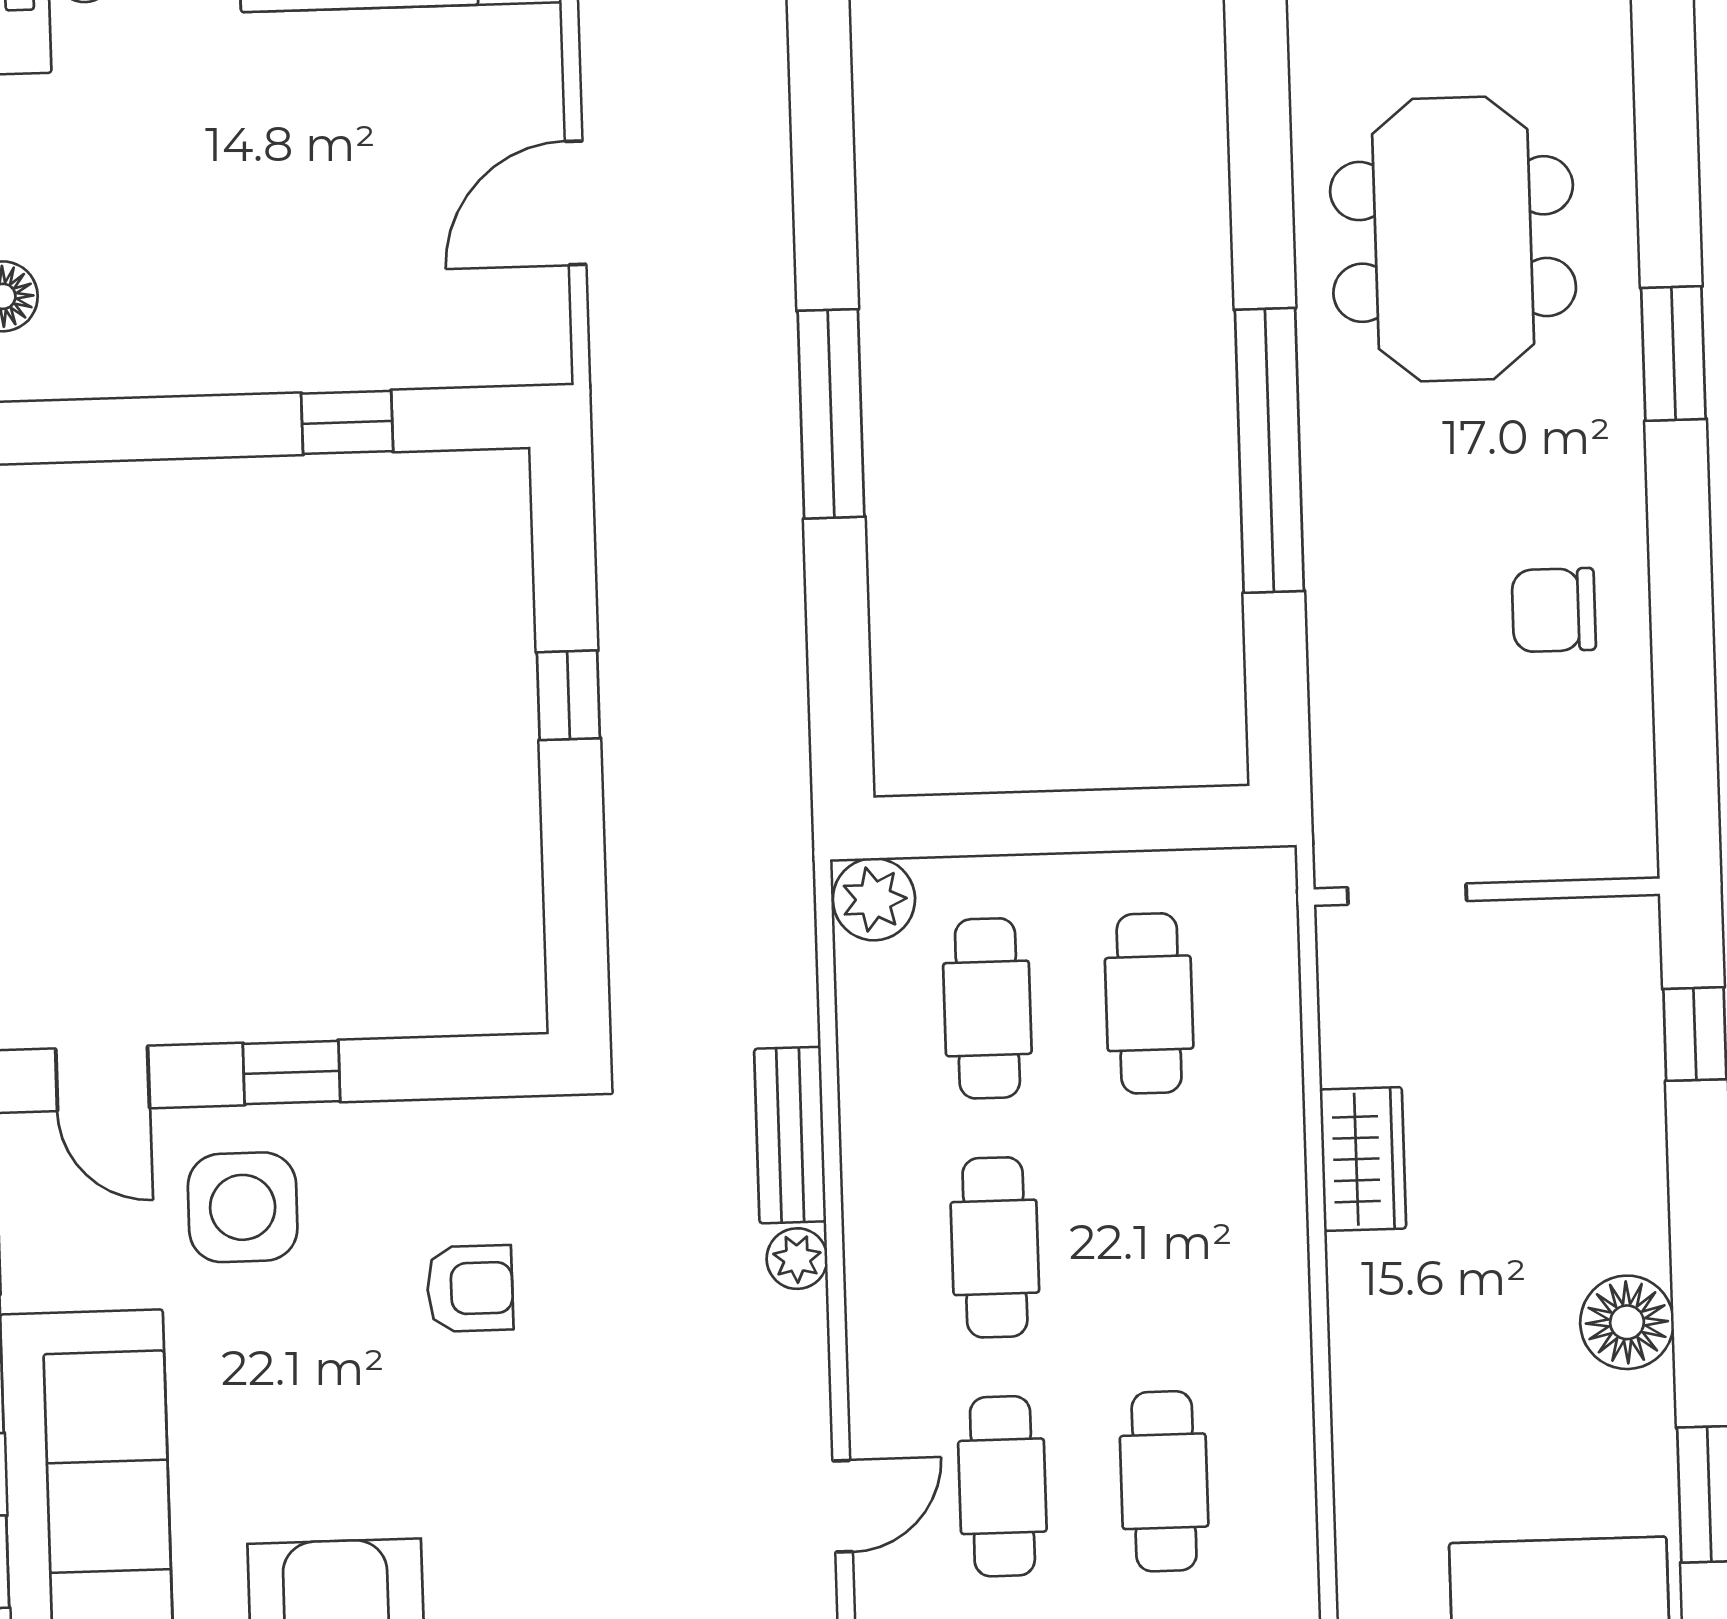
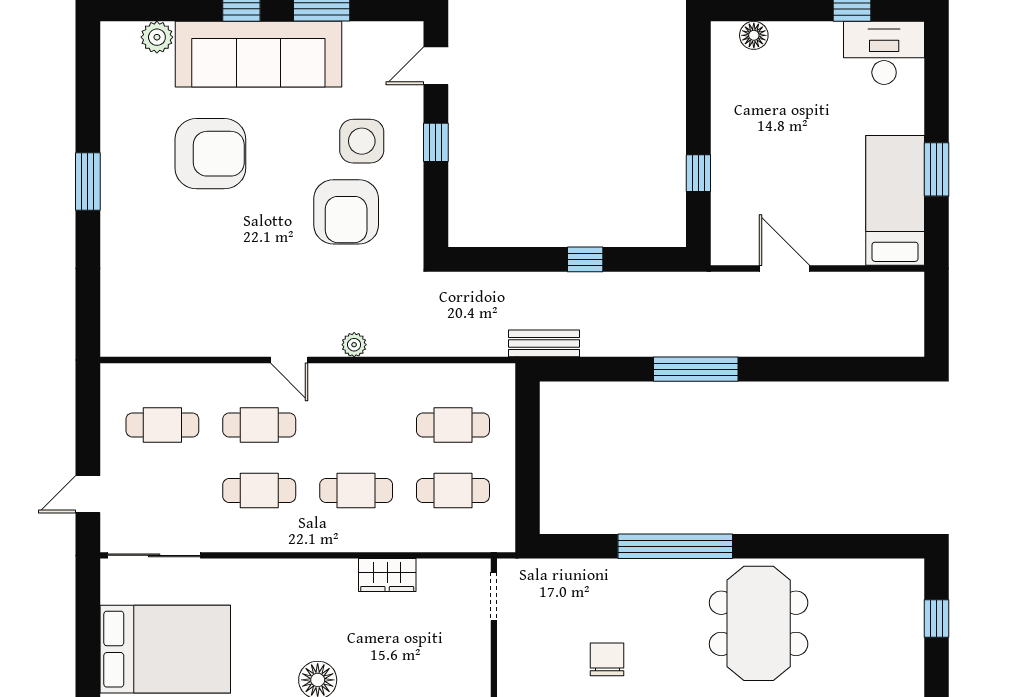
meeting table: (1453, 239) -> (759, 623), turned 90
plant: (874, 899) -> (499, 380), removed
bench: (790, 1135) -> (544, 343), moved
side table: (243, 1207) -> (362, 141), moved
cafe table: (995, 1247) -> (356, 491), moved
armchair: (470, 1288) -> (346, 212), width x1.88, depth x1.88
door: (843, 1506) -> (289, 360), moved

